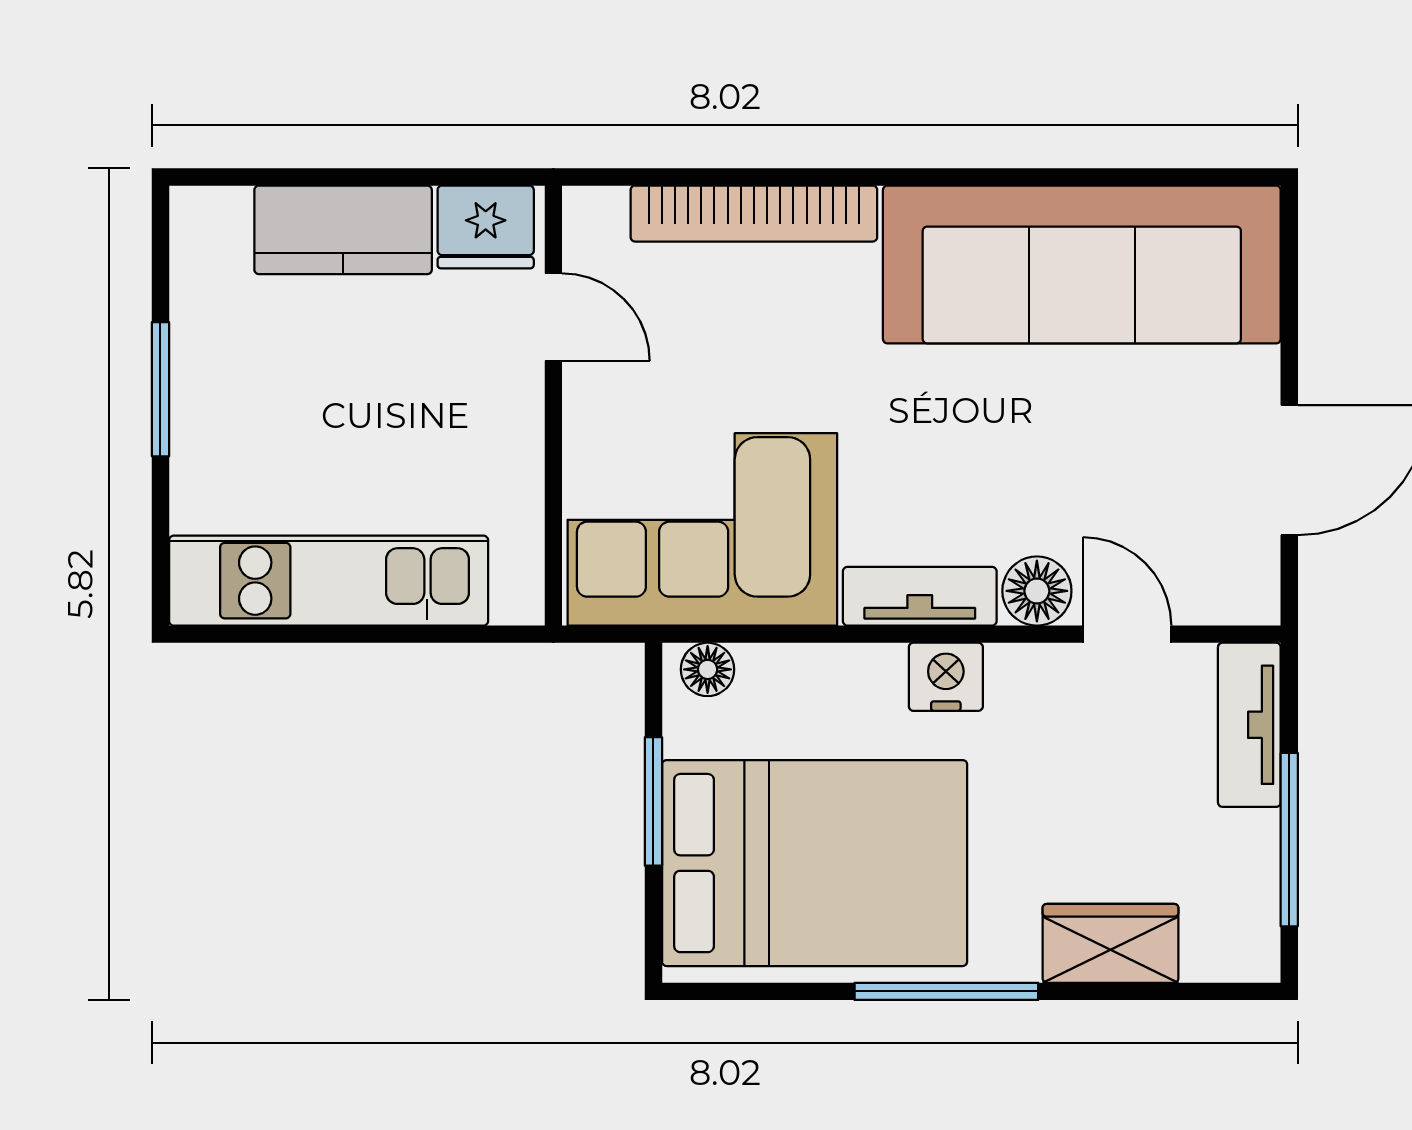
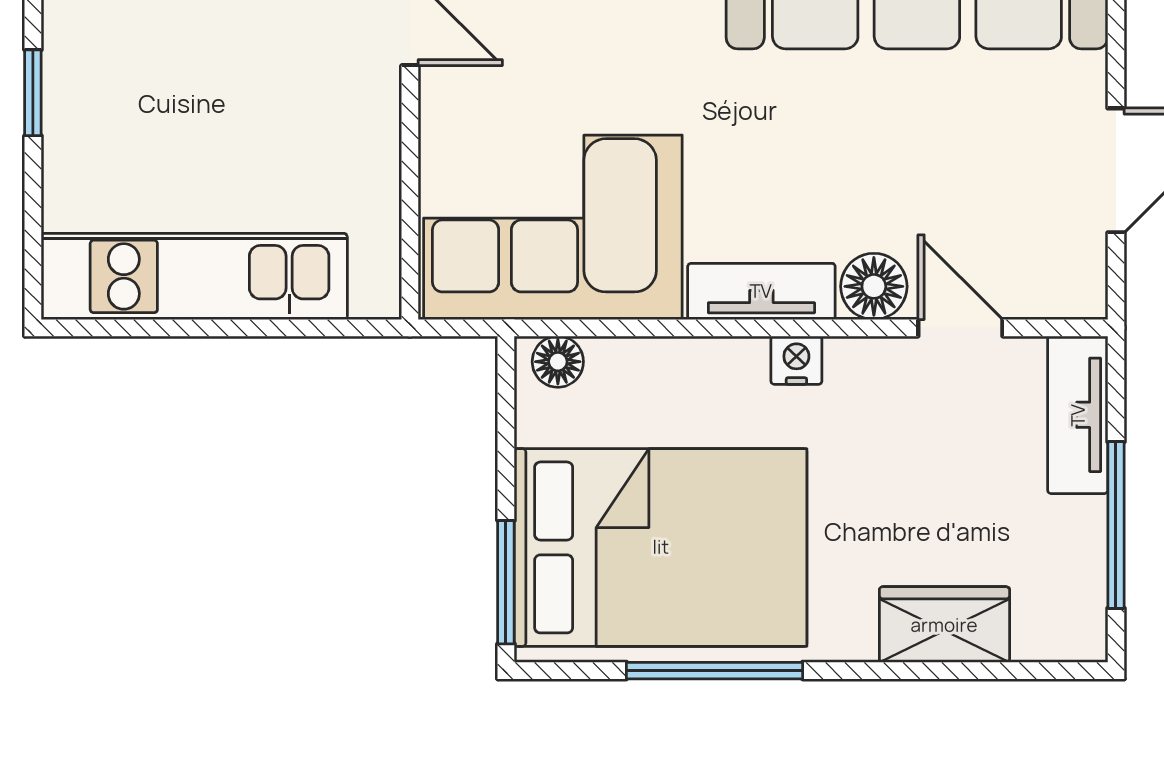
window: (160, 389) -> (33, 93), width x0.67
nightstand: (946, 677) -> (796, 360), width x0.72, depth x0.74
window: (653, 801) -> (506, 582), moved
window: (946, 991) -> (715, 671), moved

